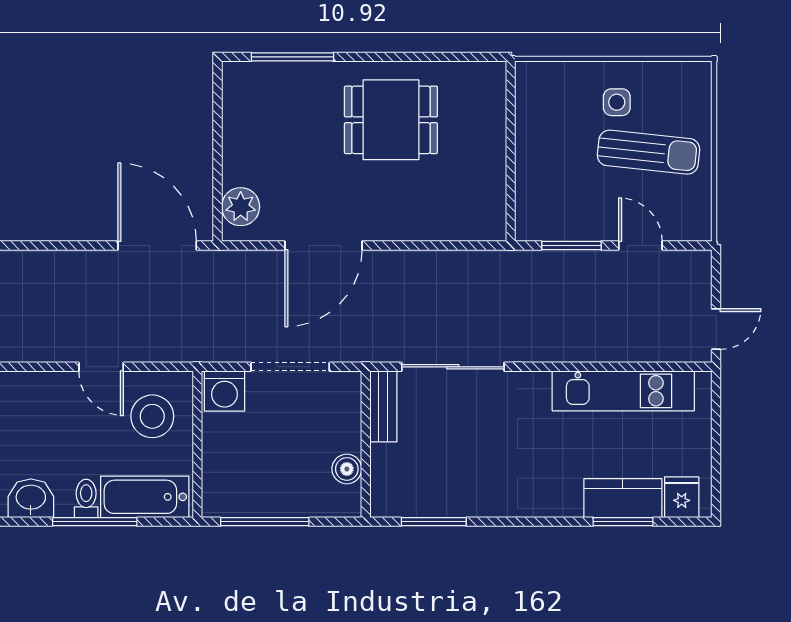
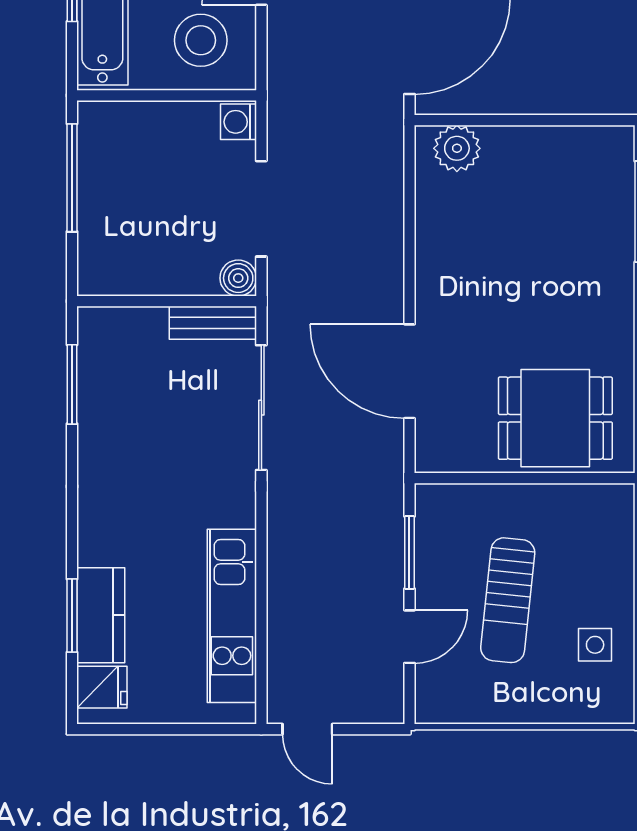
side table: (617, 102) -> (595, 645), moved
dining table: (391, 120) -> (555, 418), moved, turned 90
sun lounger: (648, 152) -> (508, 600), moved
door: (323, 246) -> (409, 371), moved
washing machine: (224, 391) -> (239, 122), width x0.73, depth x0.73
boiler: (347, 469) -> (238, 278), moved

